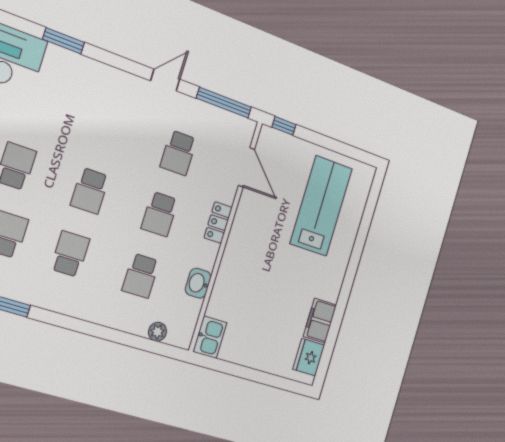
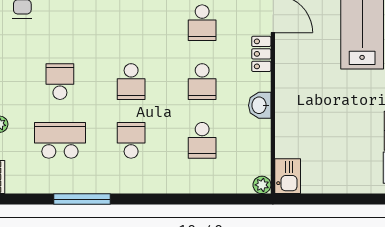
locker: (218, 223) -> (261, 54), moved
washbasin: (198, 283) -> (260, 105), moved
plant: (157, 332) -> (262, 185), moved

